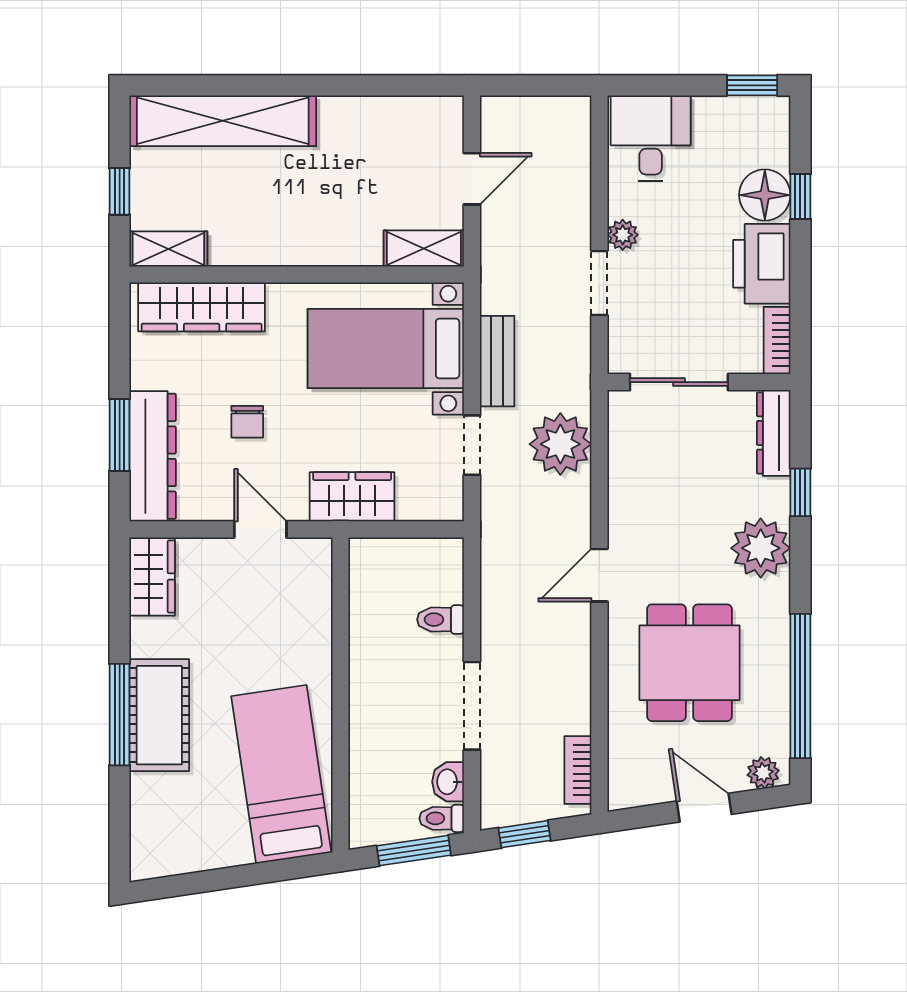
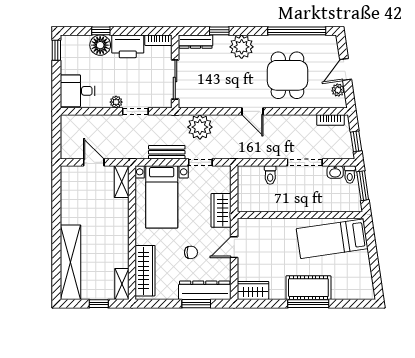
dining table: (689, 663) -> (287, 75), turned 90
plant: (763, 773) -> (338, 90), moved

